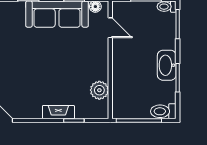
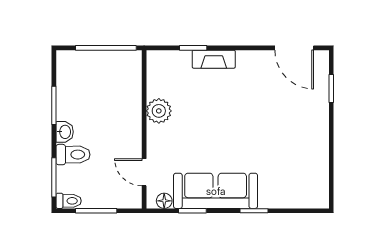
washbasin: (167, 65) -> (65, 132), width x0.52, depth x0.69
plant: (99, 90) -> (159, 111), moved
toilet: (163, 111) -> (73, 155), moved

